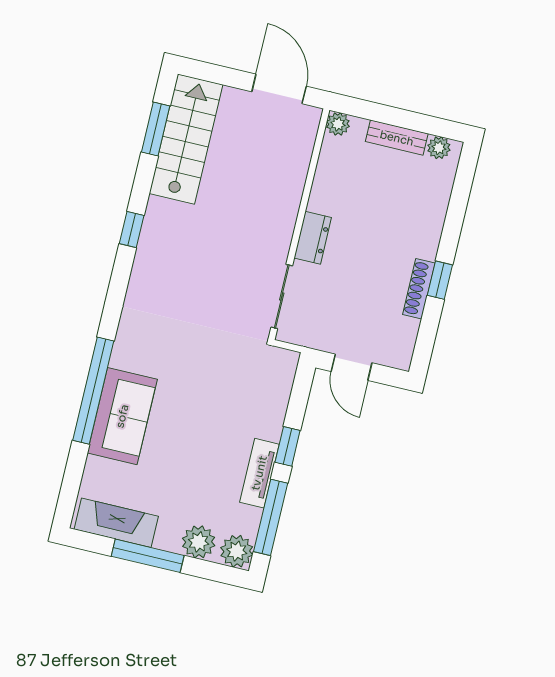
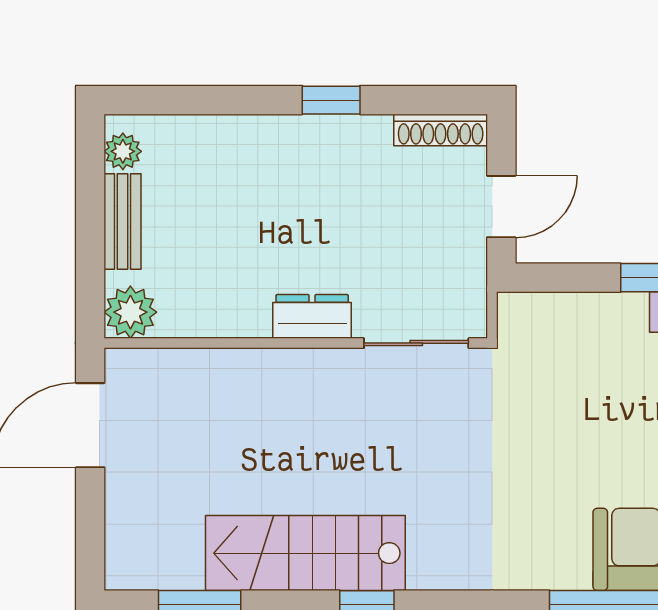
plant: (338, 124) -> (130, 312), width x1.38, depth x1.38
stairs: (186, 139) -> (305, 553), moved
shoe rack: (419, 289) -> (441, 130), moved

